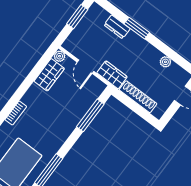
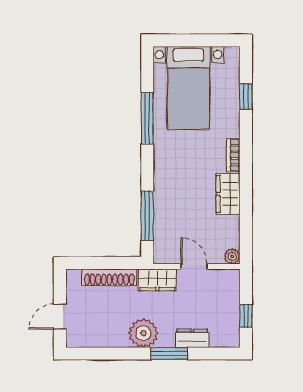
window: (77, 17) -> (246, 316), width x0.67
plant: (165, 62) -> (143, 333), moved, width x1.88, depth x1.88
wardrobe: (49, 75) -> (228, 194), moved

